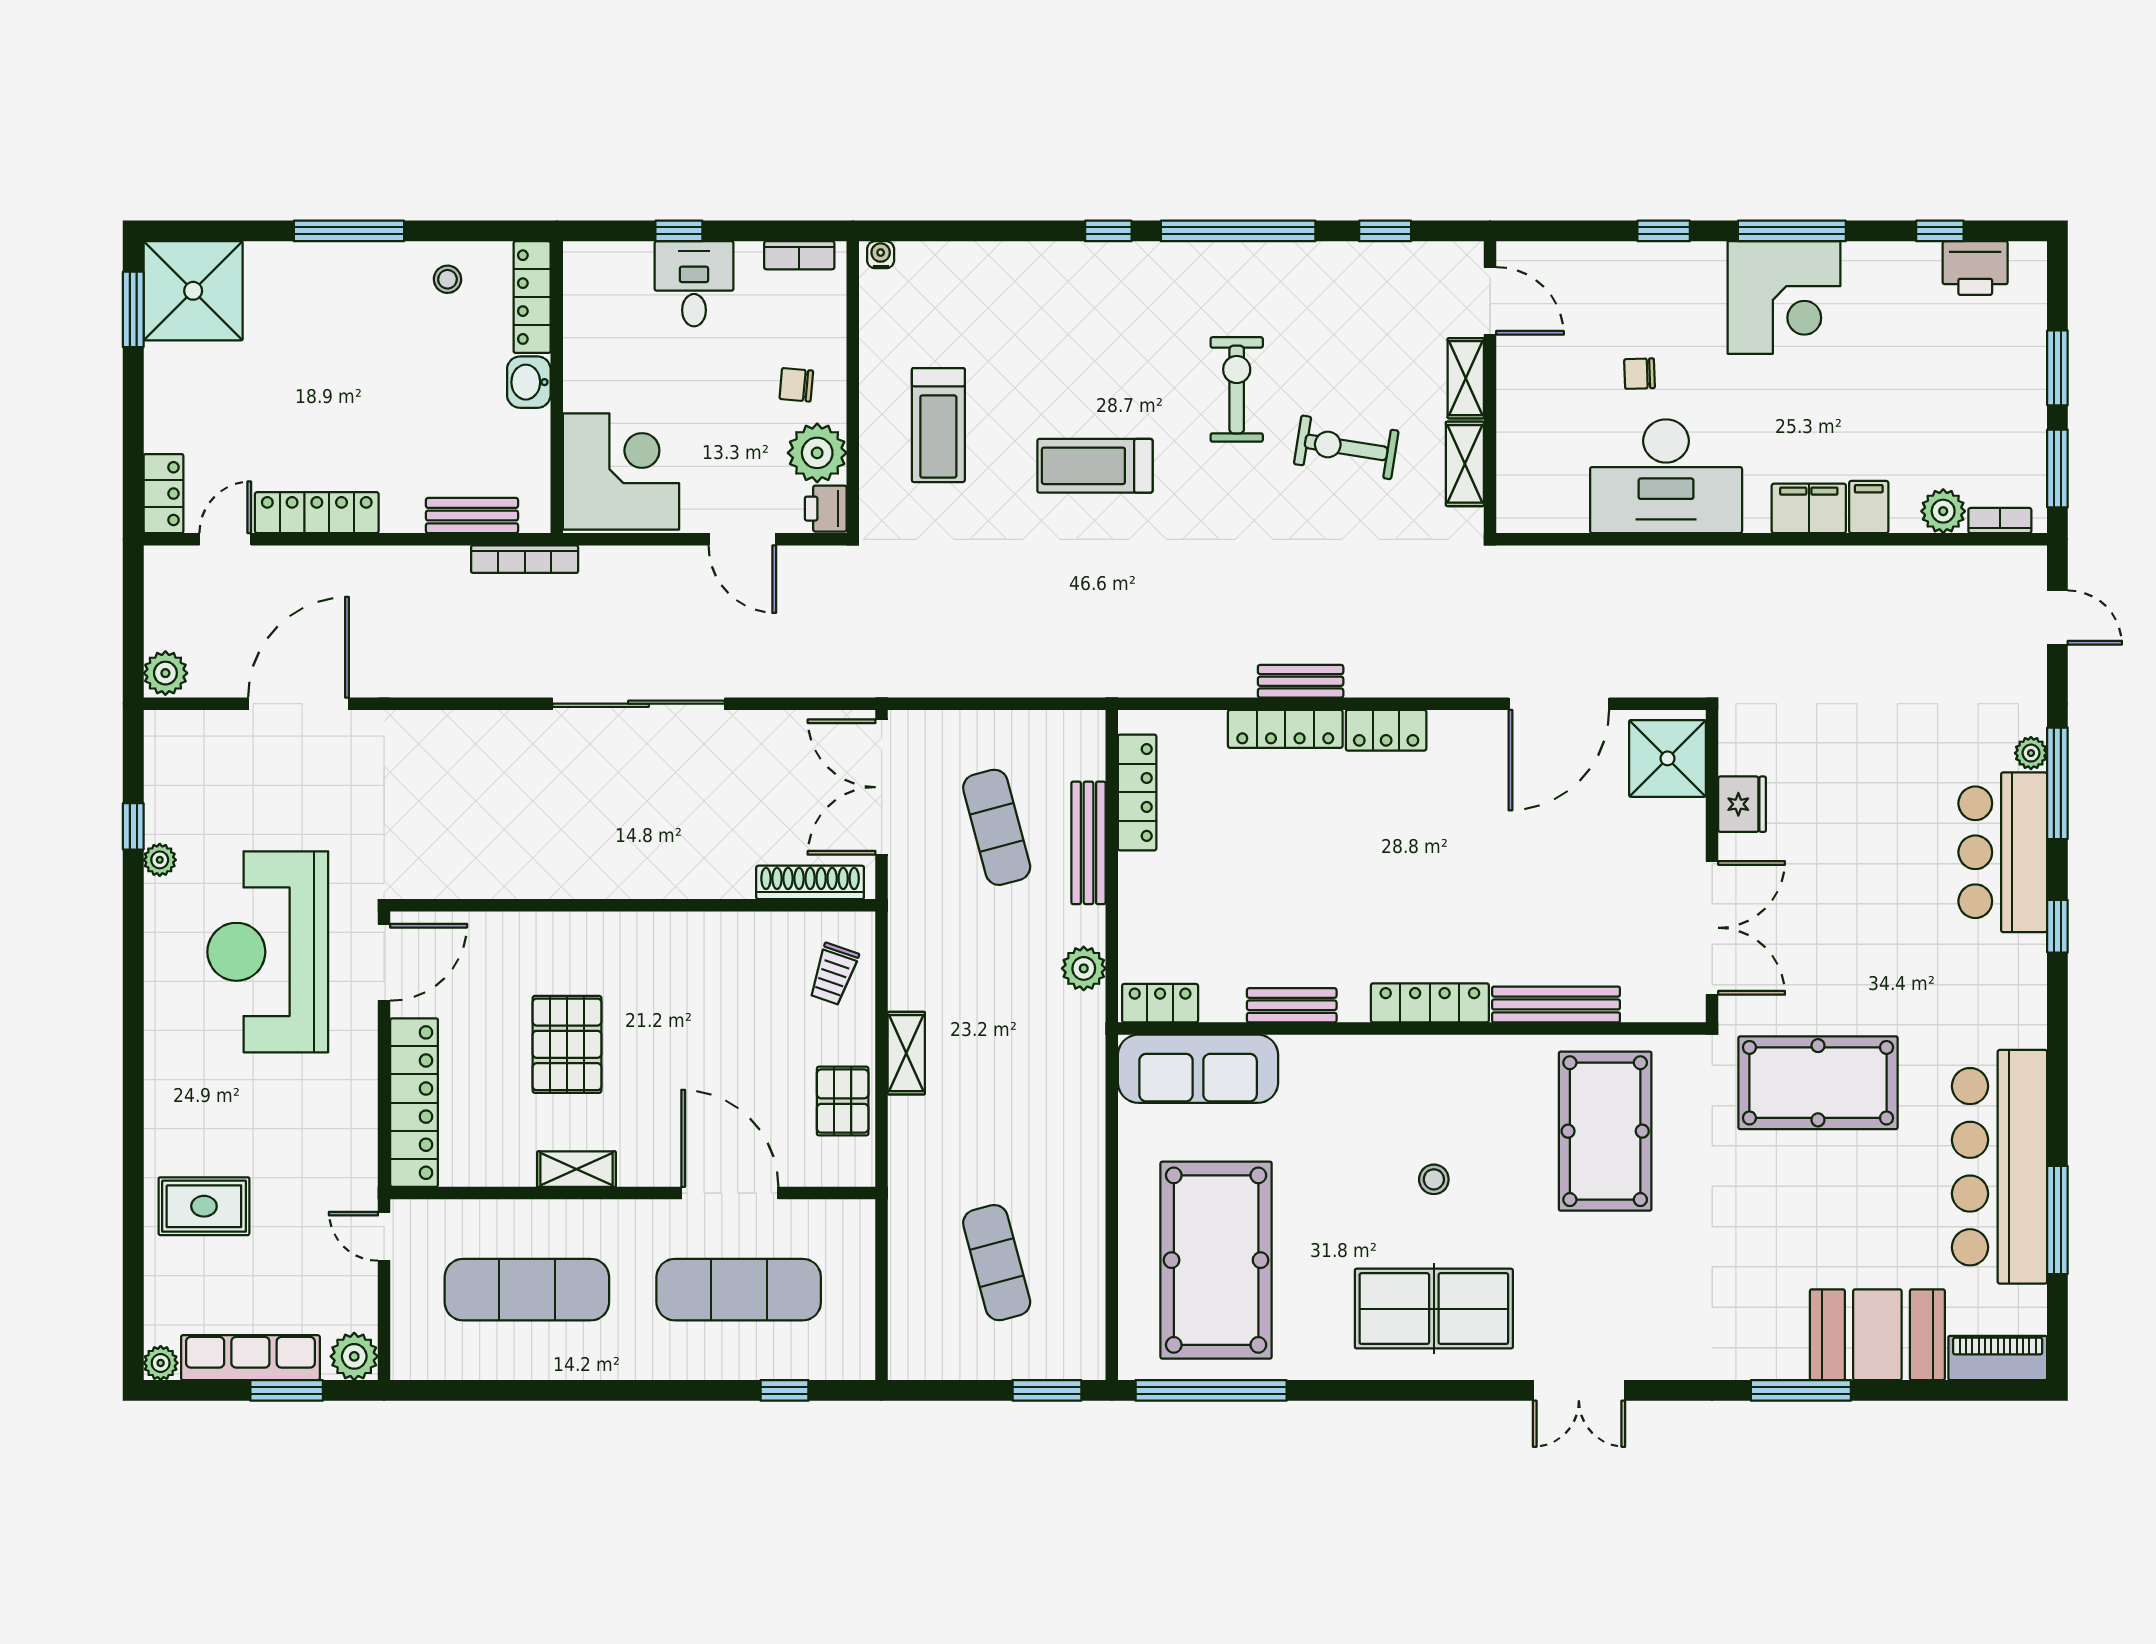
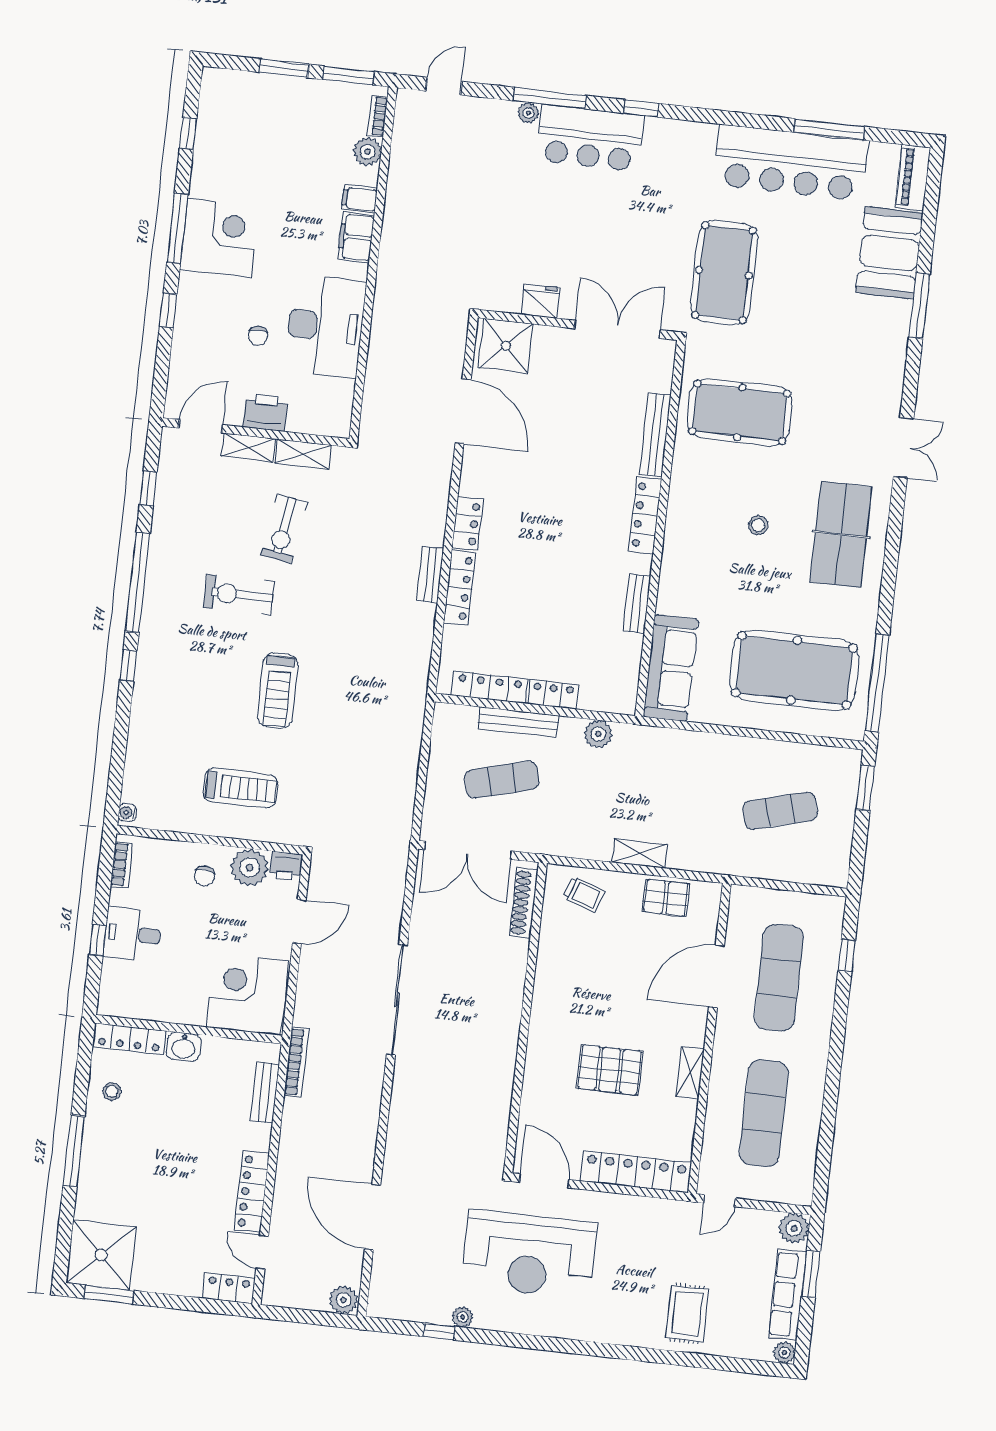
printer: (1975, 268) -> (265, 412), moved, turned -90
locker: (1160, 1003) -> (553, 694), moved, turned 90

